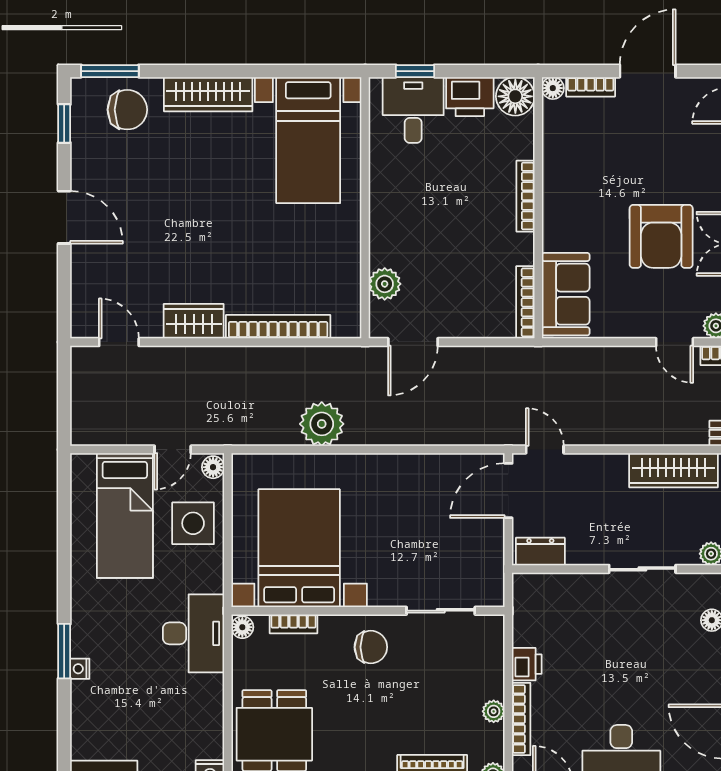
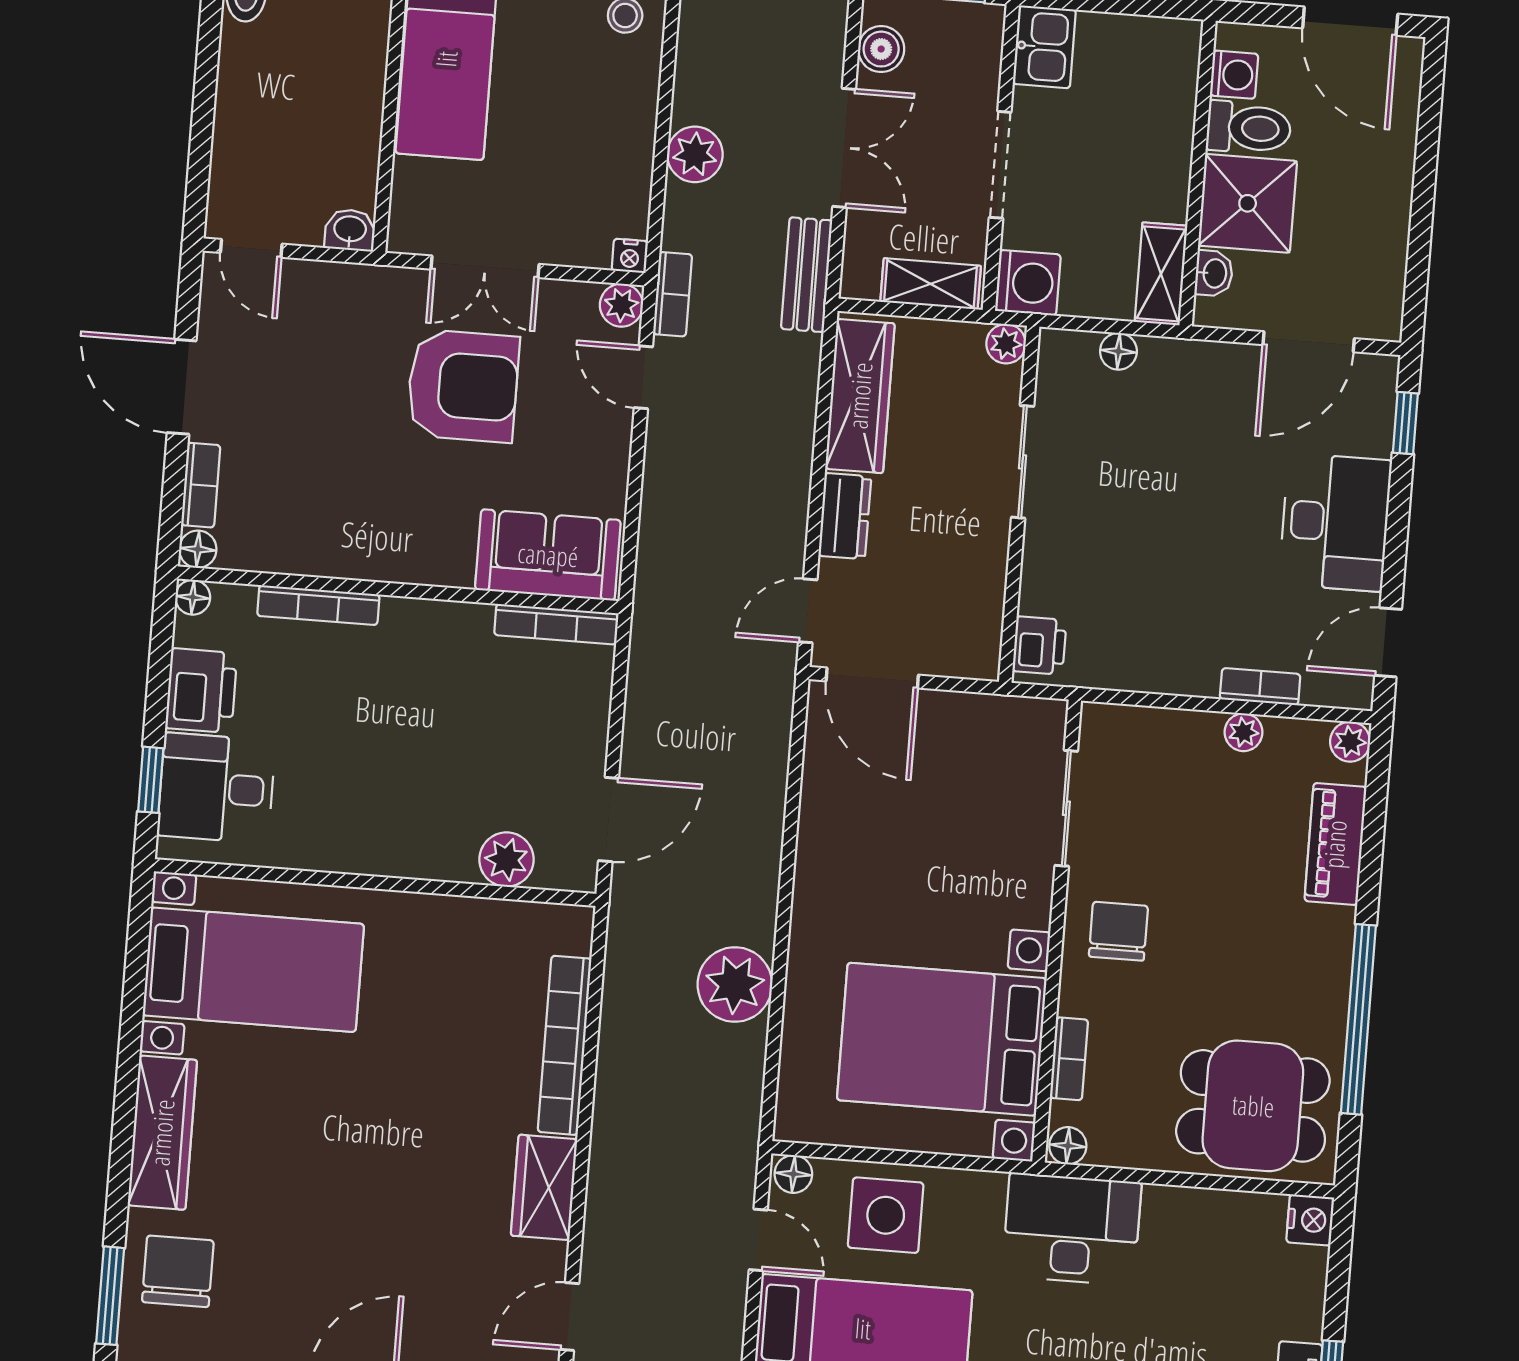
floor lamp: (515, 96) -> (193, 597), width x0.53, depth x0.53
bookcase: (525, 196) -> (318, 605), moved
door: (413, 342) -> (609, 819), hinge flipped
door: (675, 342) -> (643, 377), swing flipped
dresser: (540, 552) -> (845, 516), moved, turned 180
printer: (527, 664) -> (1039, 645), moved, turned 90
bookcase: (521, 719) -> (1260, 687), width x0.64

